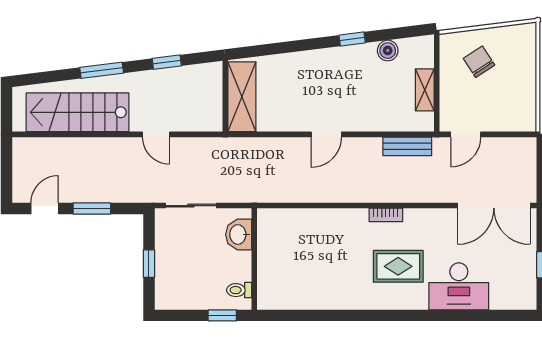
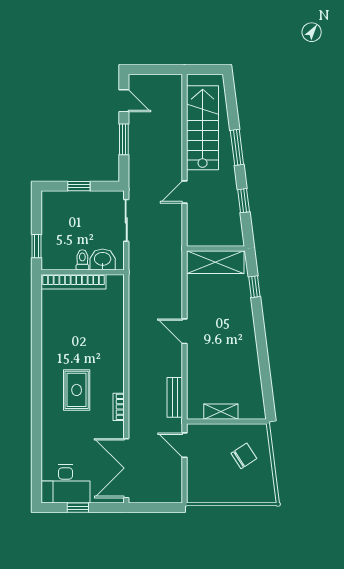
window: (352, 39) -> (254, 287), moved
boiler: (388, 51) -> (253, 381), removed
bookcase: (386, 215) -> (119, 407), moved
bookcase: (266, 270) -> (73, 282), added
desk: (459, 286) -> (65, 484), moved, turned -90
toilet: (239, 290) -> (82, 260), moved

